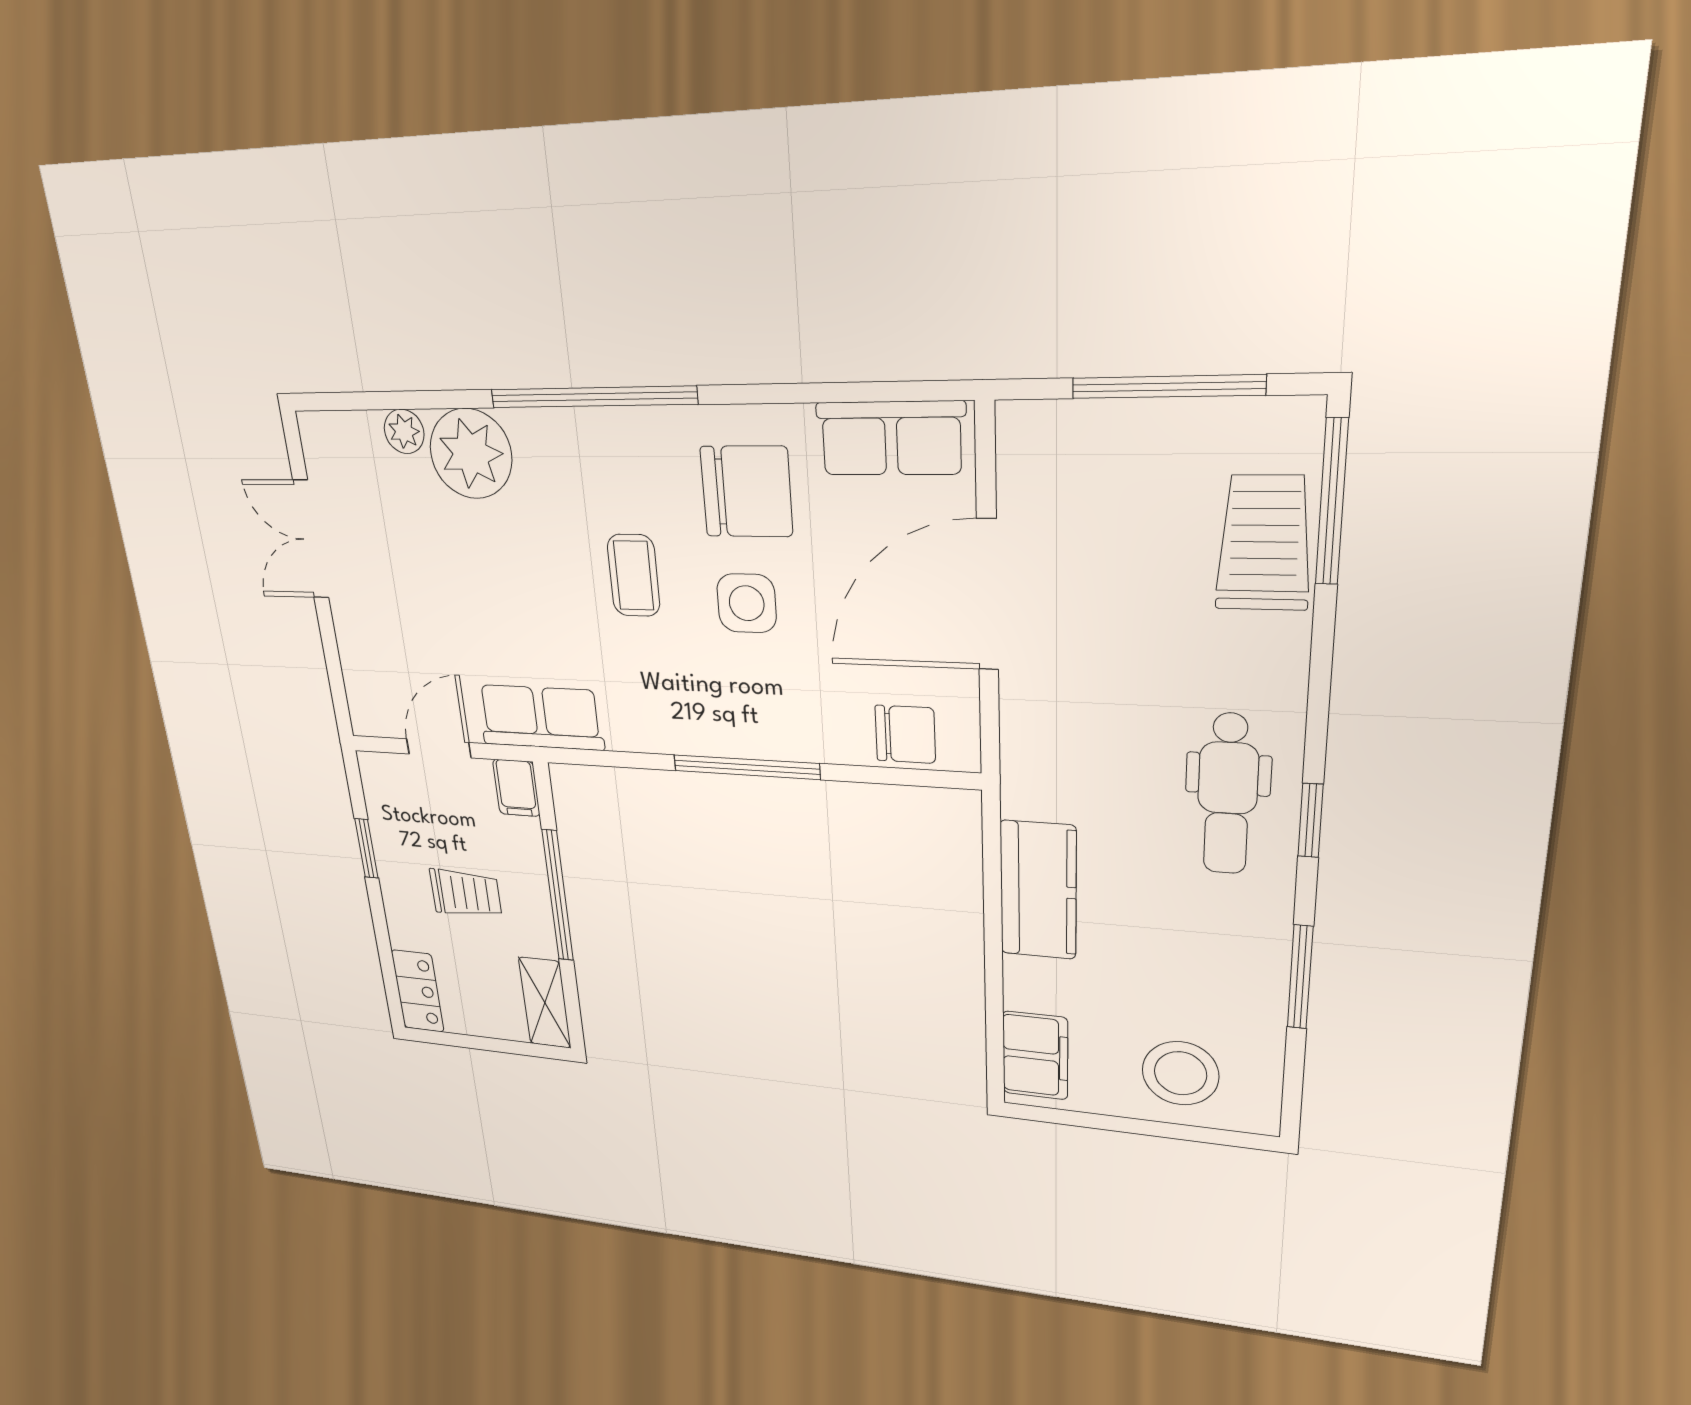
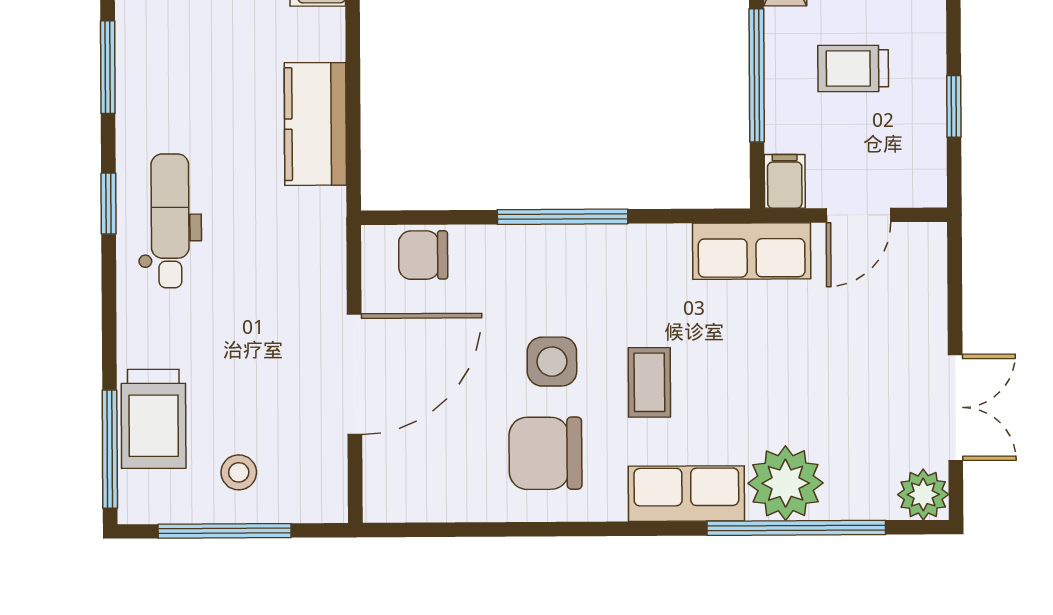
window: (593, 397) -> (796, 528), moved
plant: (404, 431) -> (923, 494), moved, width x1.38, depth x1.38
row of seats: (891, 438) -> (686, 494), moved
stool: (1145, 469) -> (239, 472), added

